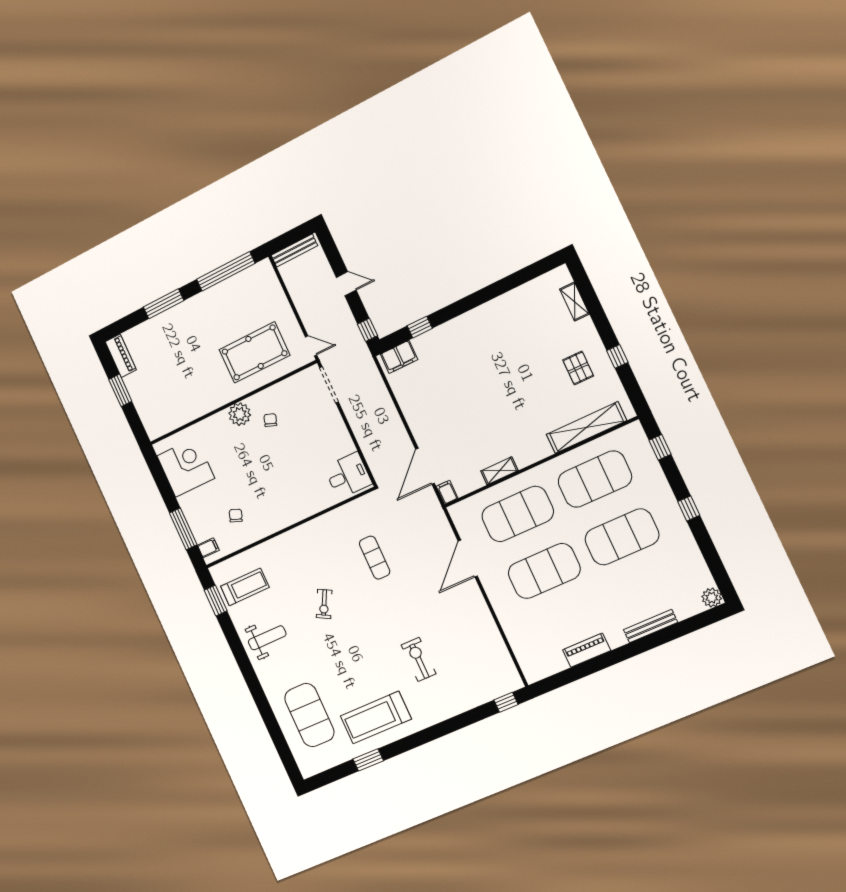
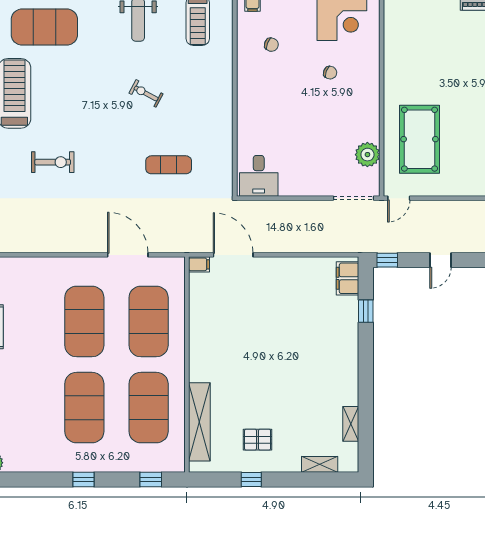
plant: (240, 414) -> (367, 155), moved
chair: (270, 420) -> (330, 73), moved
shelving: (499, 471) -> (351, 424), moved

